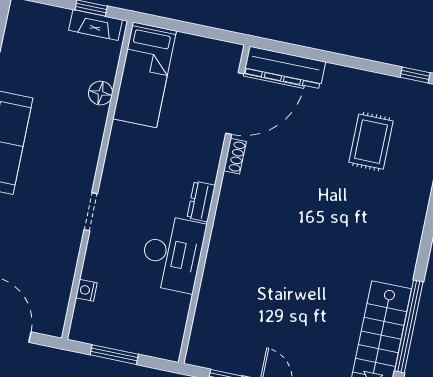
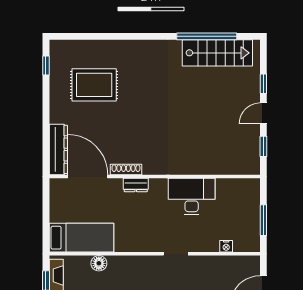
rug: (371, 142) -> (94, 85), width x1.36, depth x1.43
shoe rack: (235, 156) -> (126, 169), width x1.43
dresser: (201, 202) -> (136, 185), moved

